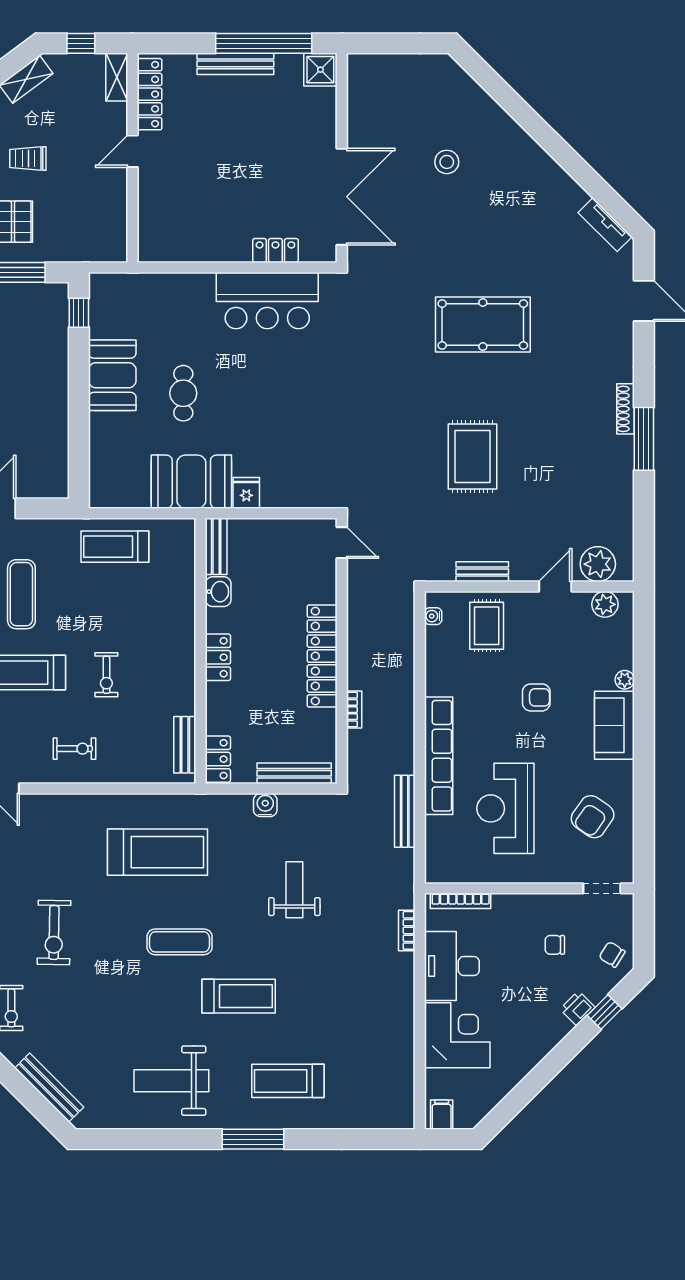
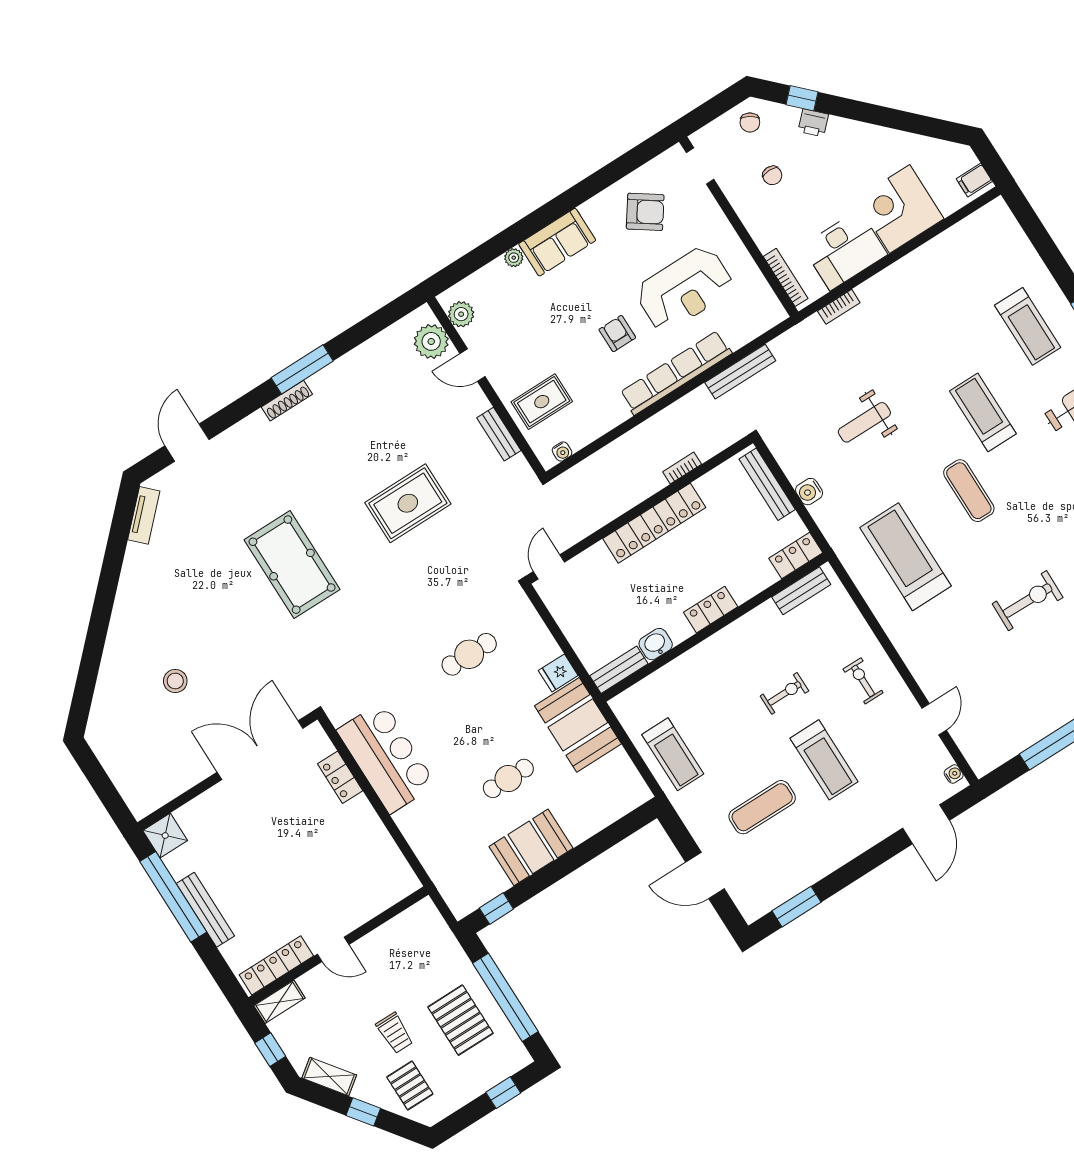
cafe table: (310, 427) -> (469, 654), added
armchair: (536, 697) -> (617, 334), moved

